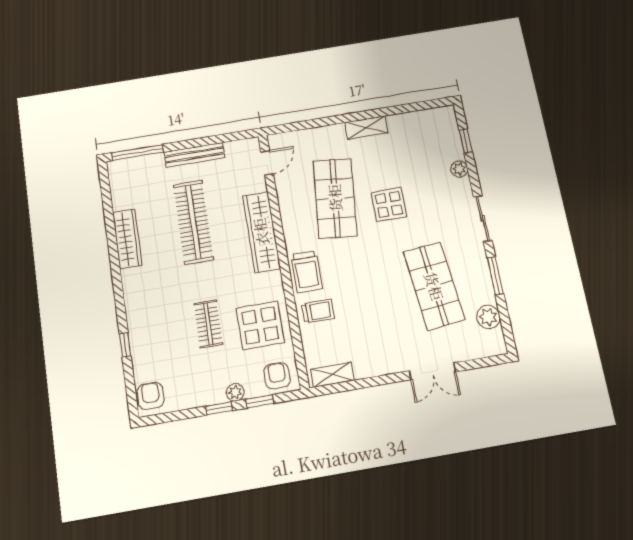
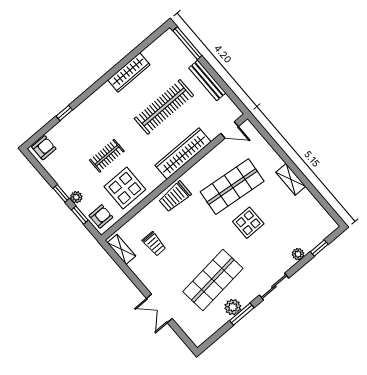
trolley: (318, 311) -> (154, 244), moved
plant: (488, 317) -> (233, 307), moved

